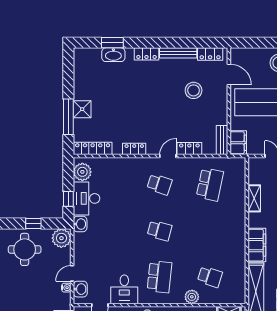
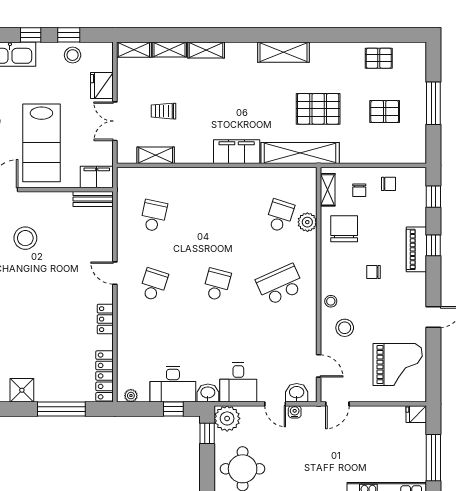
shower: (82, 109) -> (22, 390), moved
locker: (189, 149) -> (105, 244), removed
plant: (82, 172) -> (131, 396), width x0.53, depth x0.53
school desk: (210, 184) -> (154, 216), width x0.54
shelving: (254, 198) -> (156, 155), moved
window: (33, 224) -> (207, 433), moved
school desk: (159, 277) -> (280, 285), turned -30
desk: (124, 289) -> (238, 382), moved, turned 90
plant: (192, 297) -> (307, 222), moved

